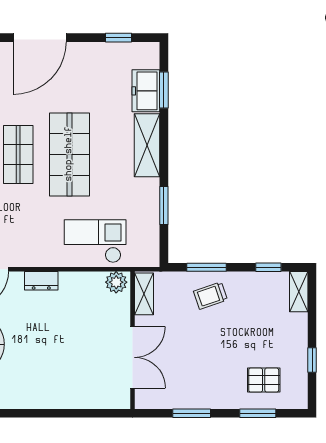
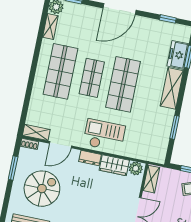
checkout: (95, 241) -> (104, 135), moved
wardrobe: (82, 284) -> (114, 165), added

